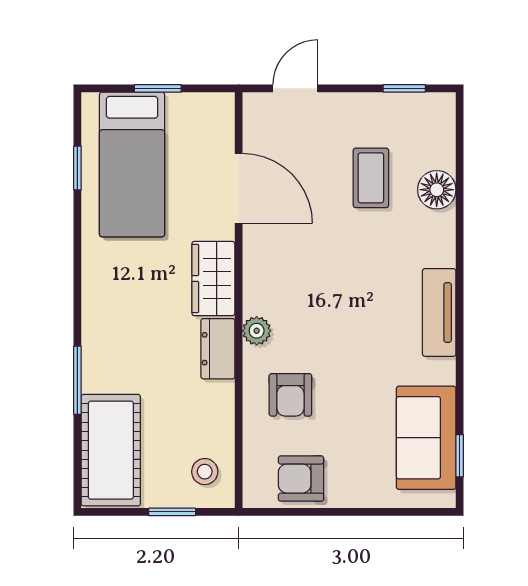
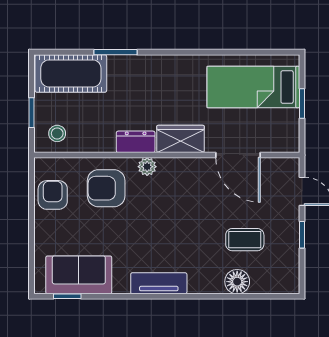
window: (404, 88) -> (302, 235), moved
window: (77, 168) -> (251, 52), removed
door: (239, 188) -> (238, 155), hinge flipped
armchair: (290, 395) -> (106, 188), width x1.38, depth x1.38

